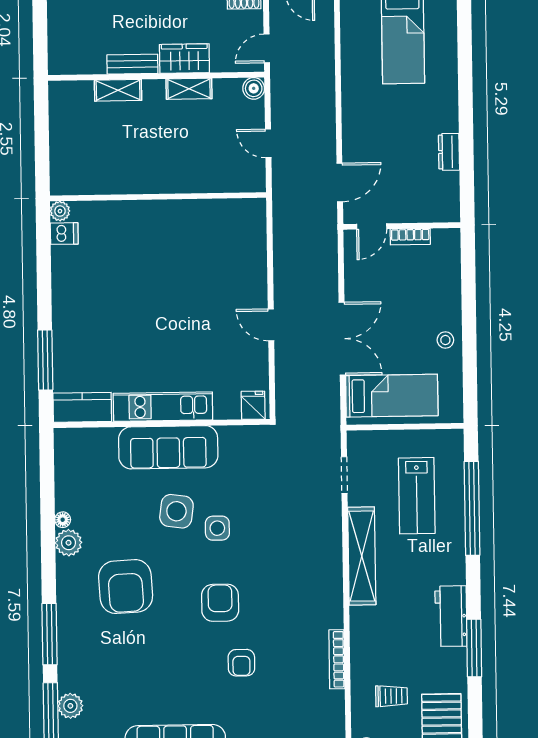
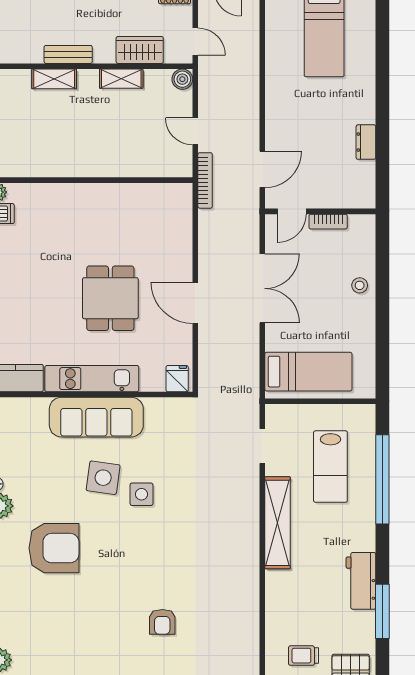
door: (267, 48) -> (195, 42), swing flipped
wardrobe: (184, 59) -> (140, 50), moved
dining table: (181, 321) -> (110, 298), added
door: (271, 325) -> (195, 303), width x1.38
double door: (342, 339) -> (262, 288), moved
stool: (445, 340) -> (360, 285), moved
armchair: (126, 587) -> (54, 548), turned -87
armchair: (220, 603) -> (143, 565), removed
bookcase: (337, 659) -> (205, 180), moved, turned 180
trolley: (391, 696) -> (304, 656), turned 180

